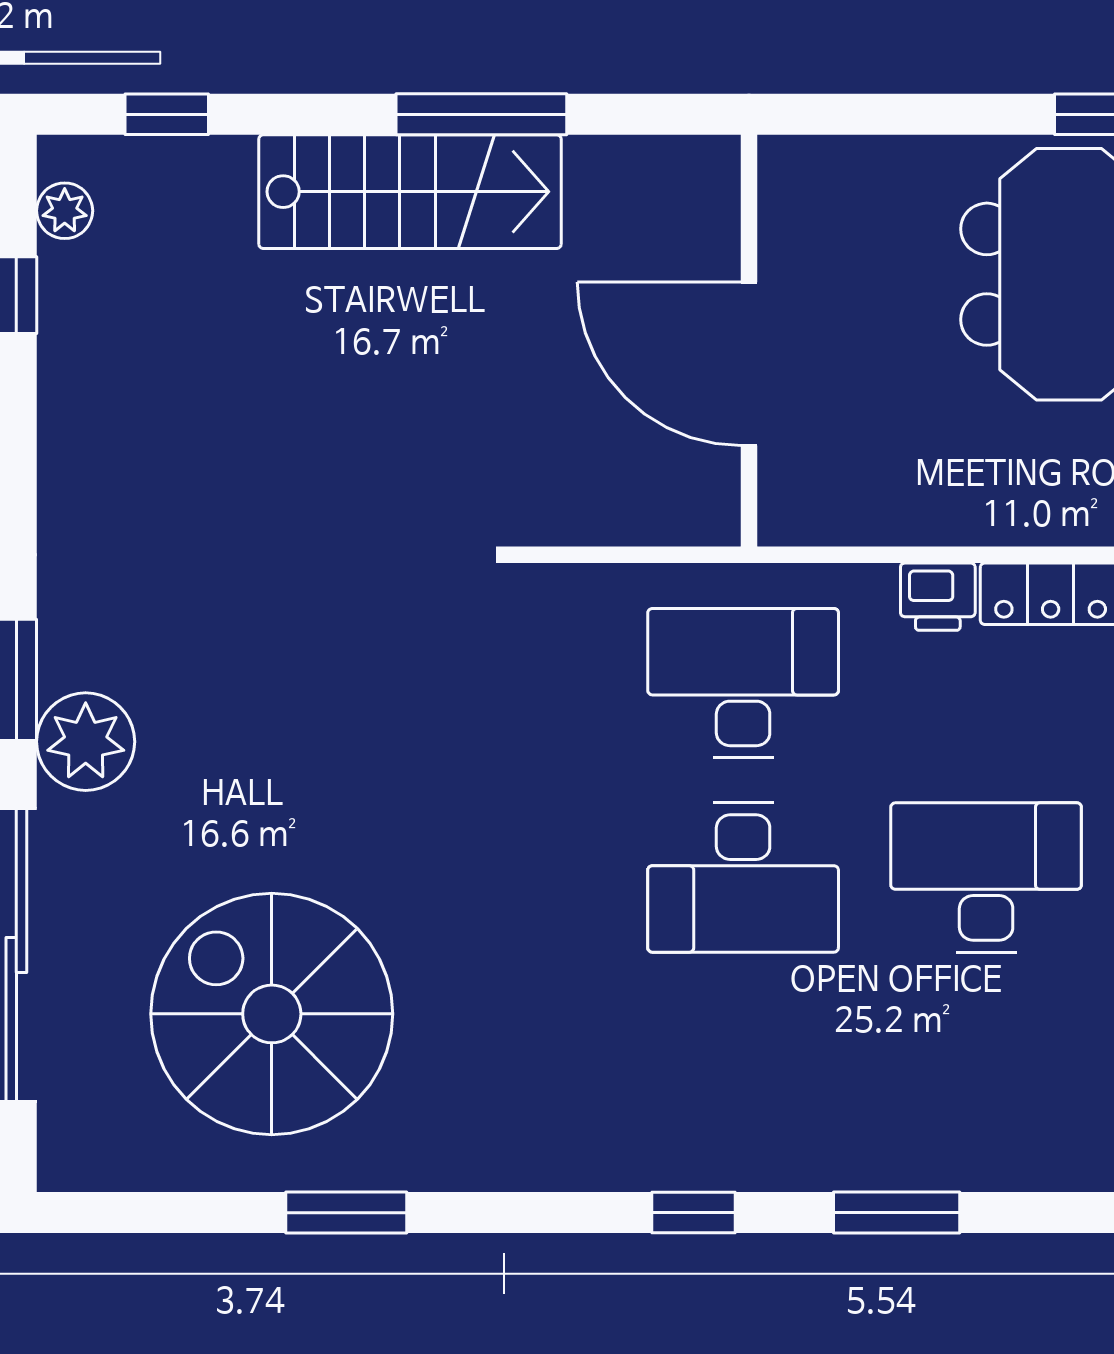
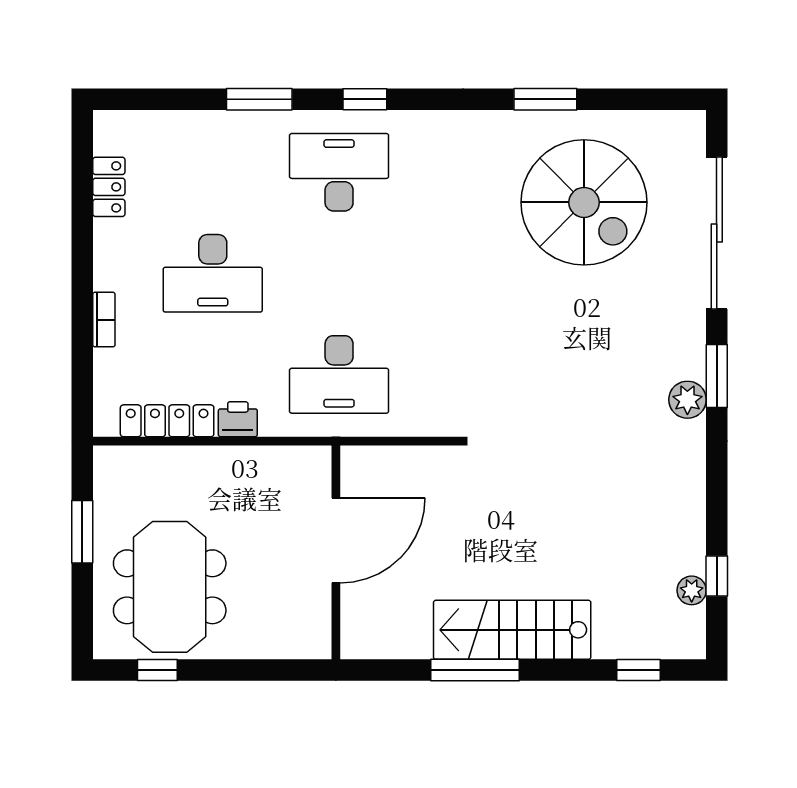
plant: (65, 211) -> (692, 590), moved
door: (749, 364) -> (336, 540), hinge flipped
plant: (86, 742) -> (687, 400), moved, width x0.73, depth x0.73
desk: (743, 878) -> (339, 172), moved

